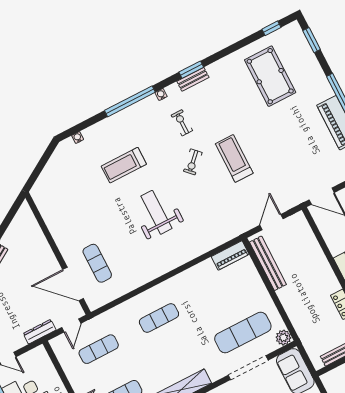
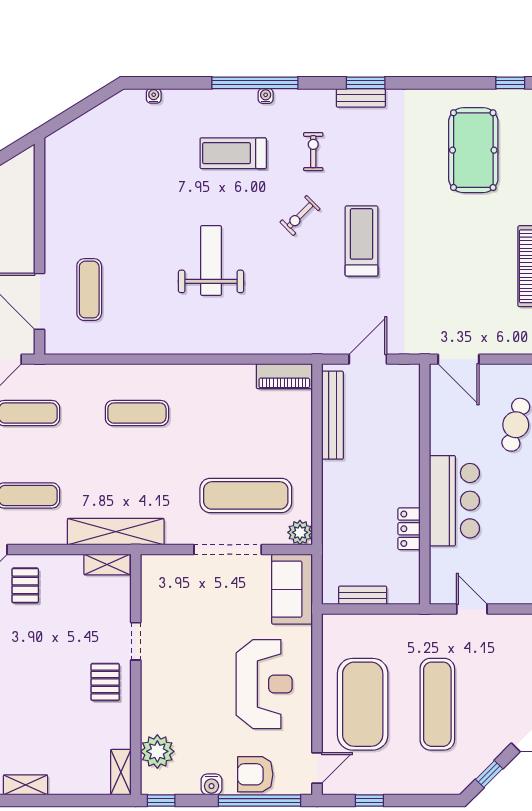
water cooler: (161, 94) -> (266, 96), moved
treadmill: (124, 165) -> (233, 153), moved

